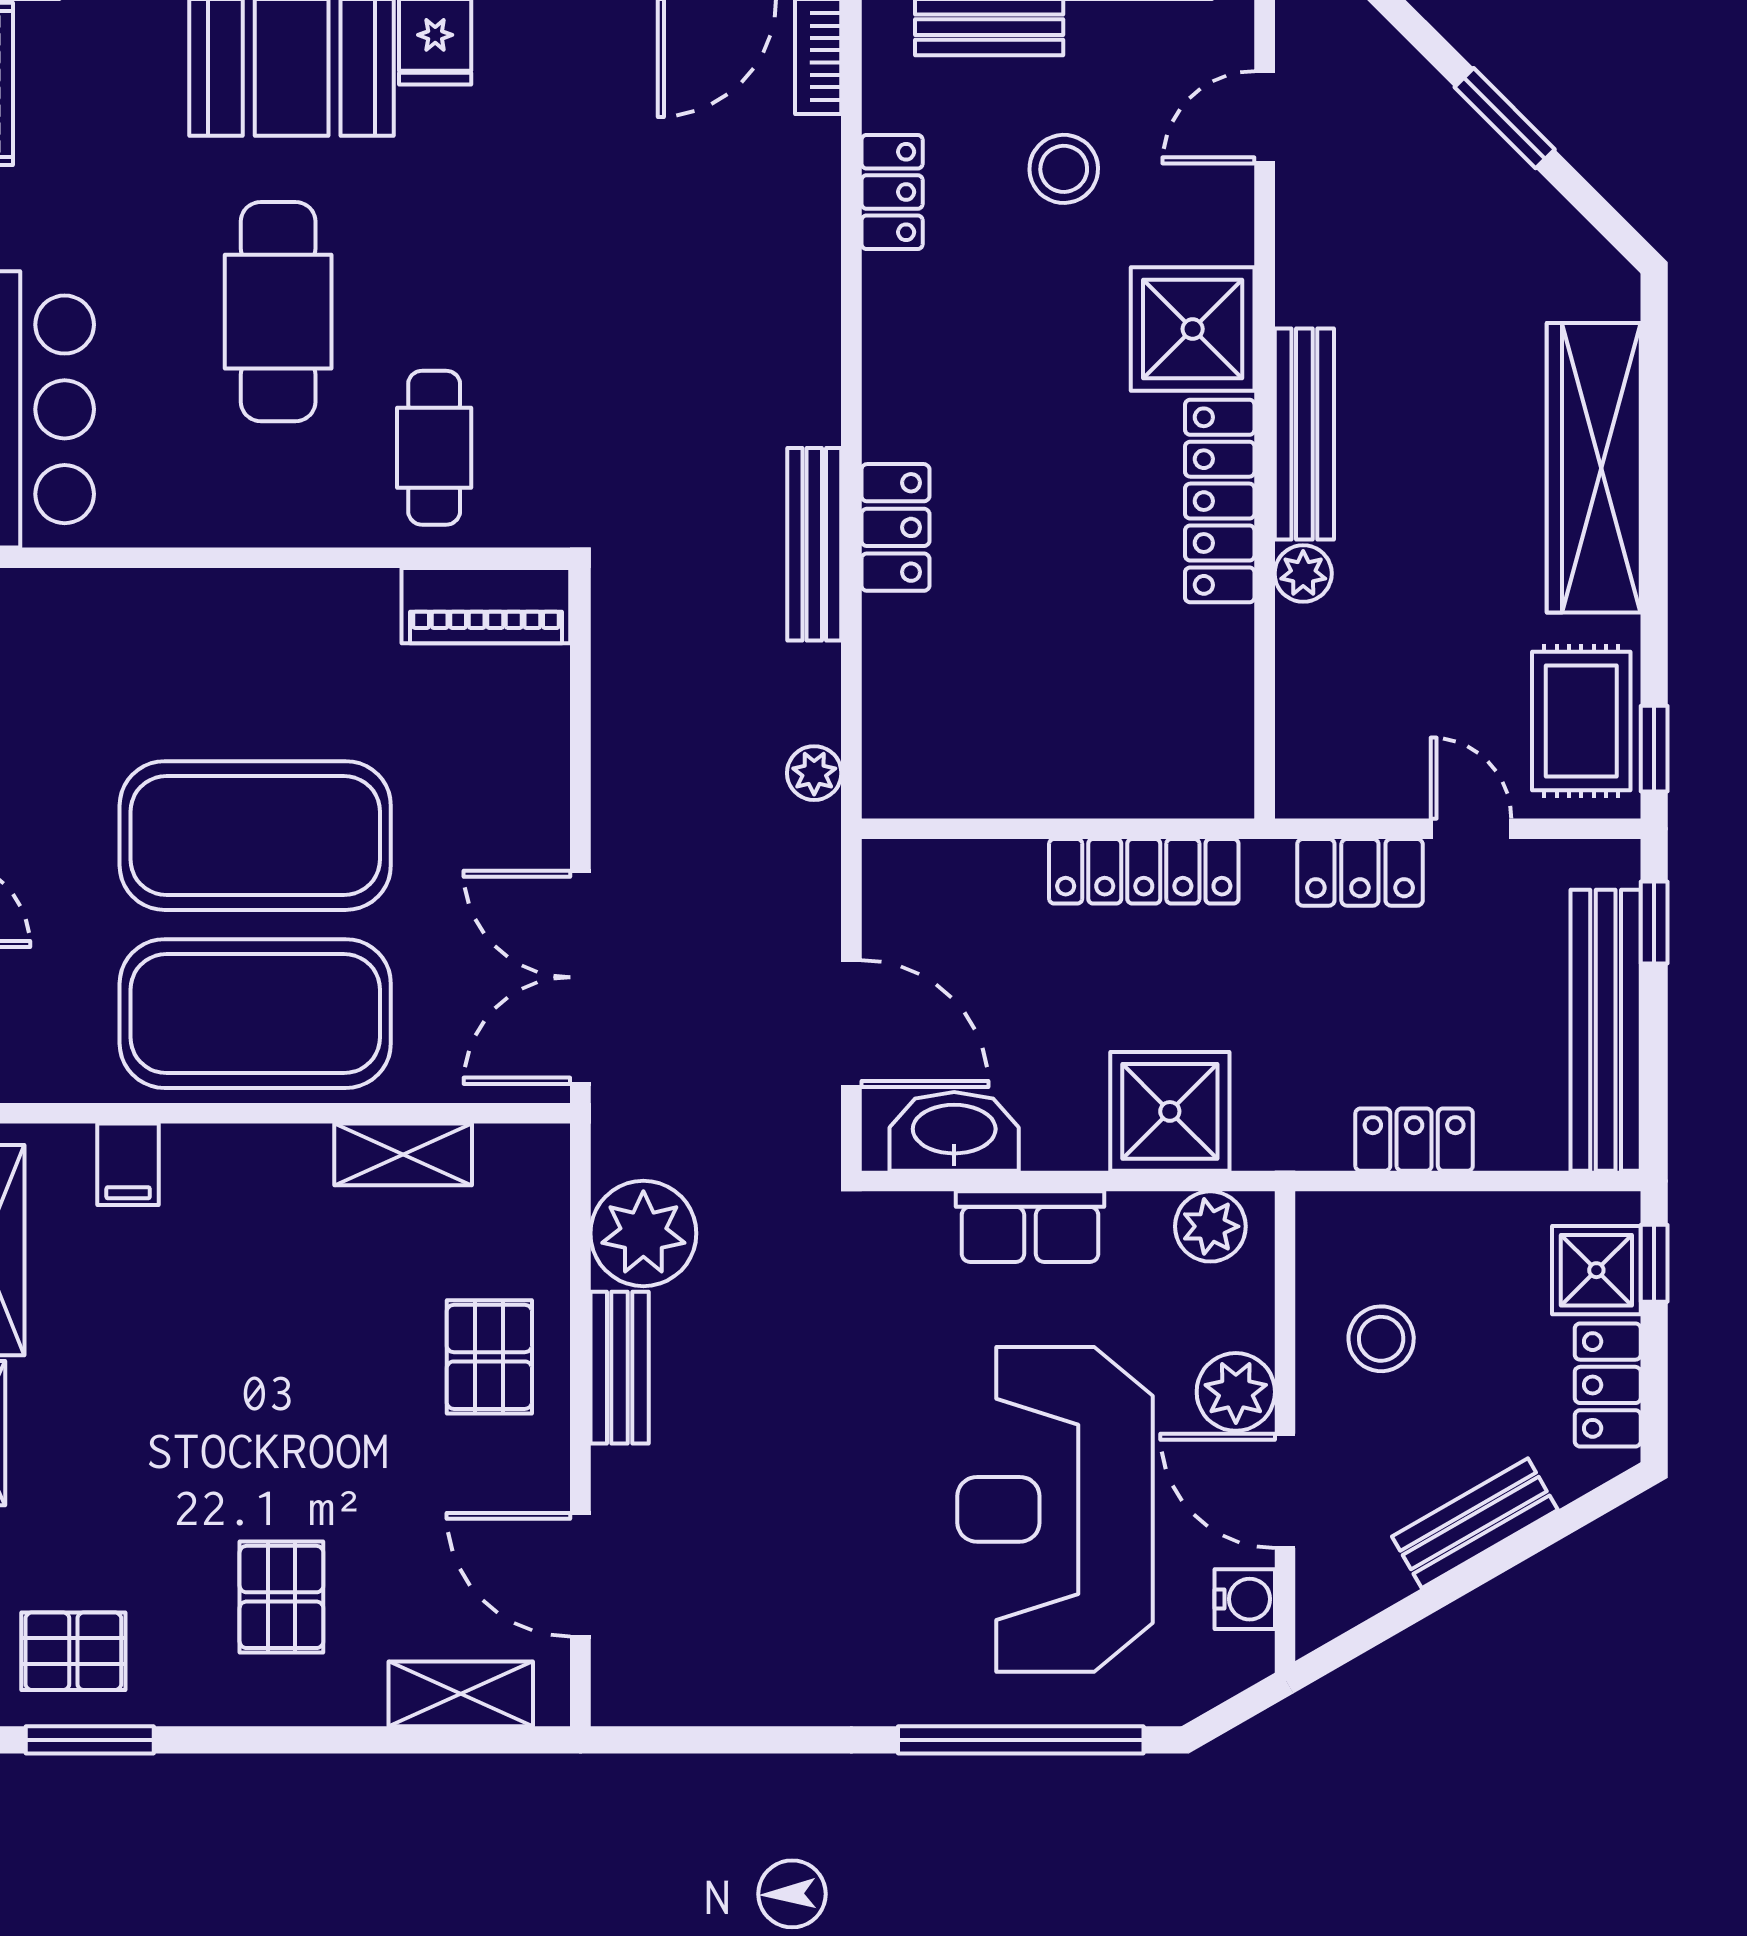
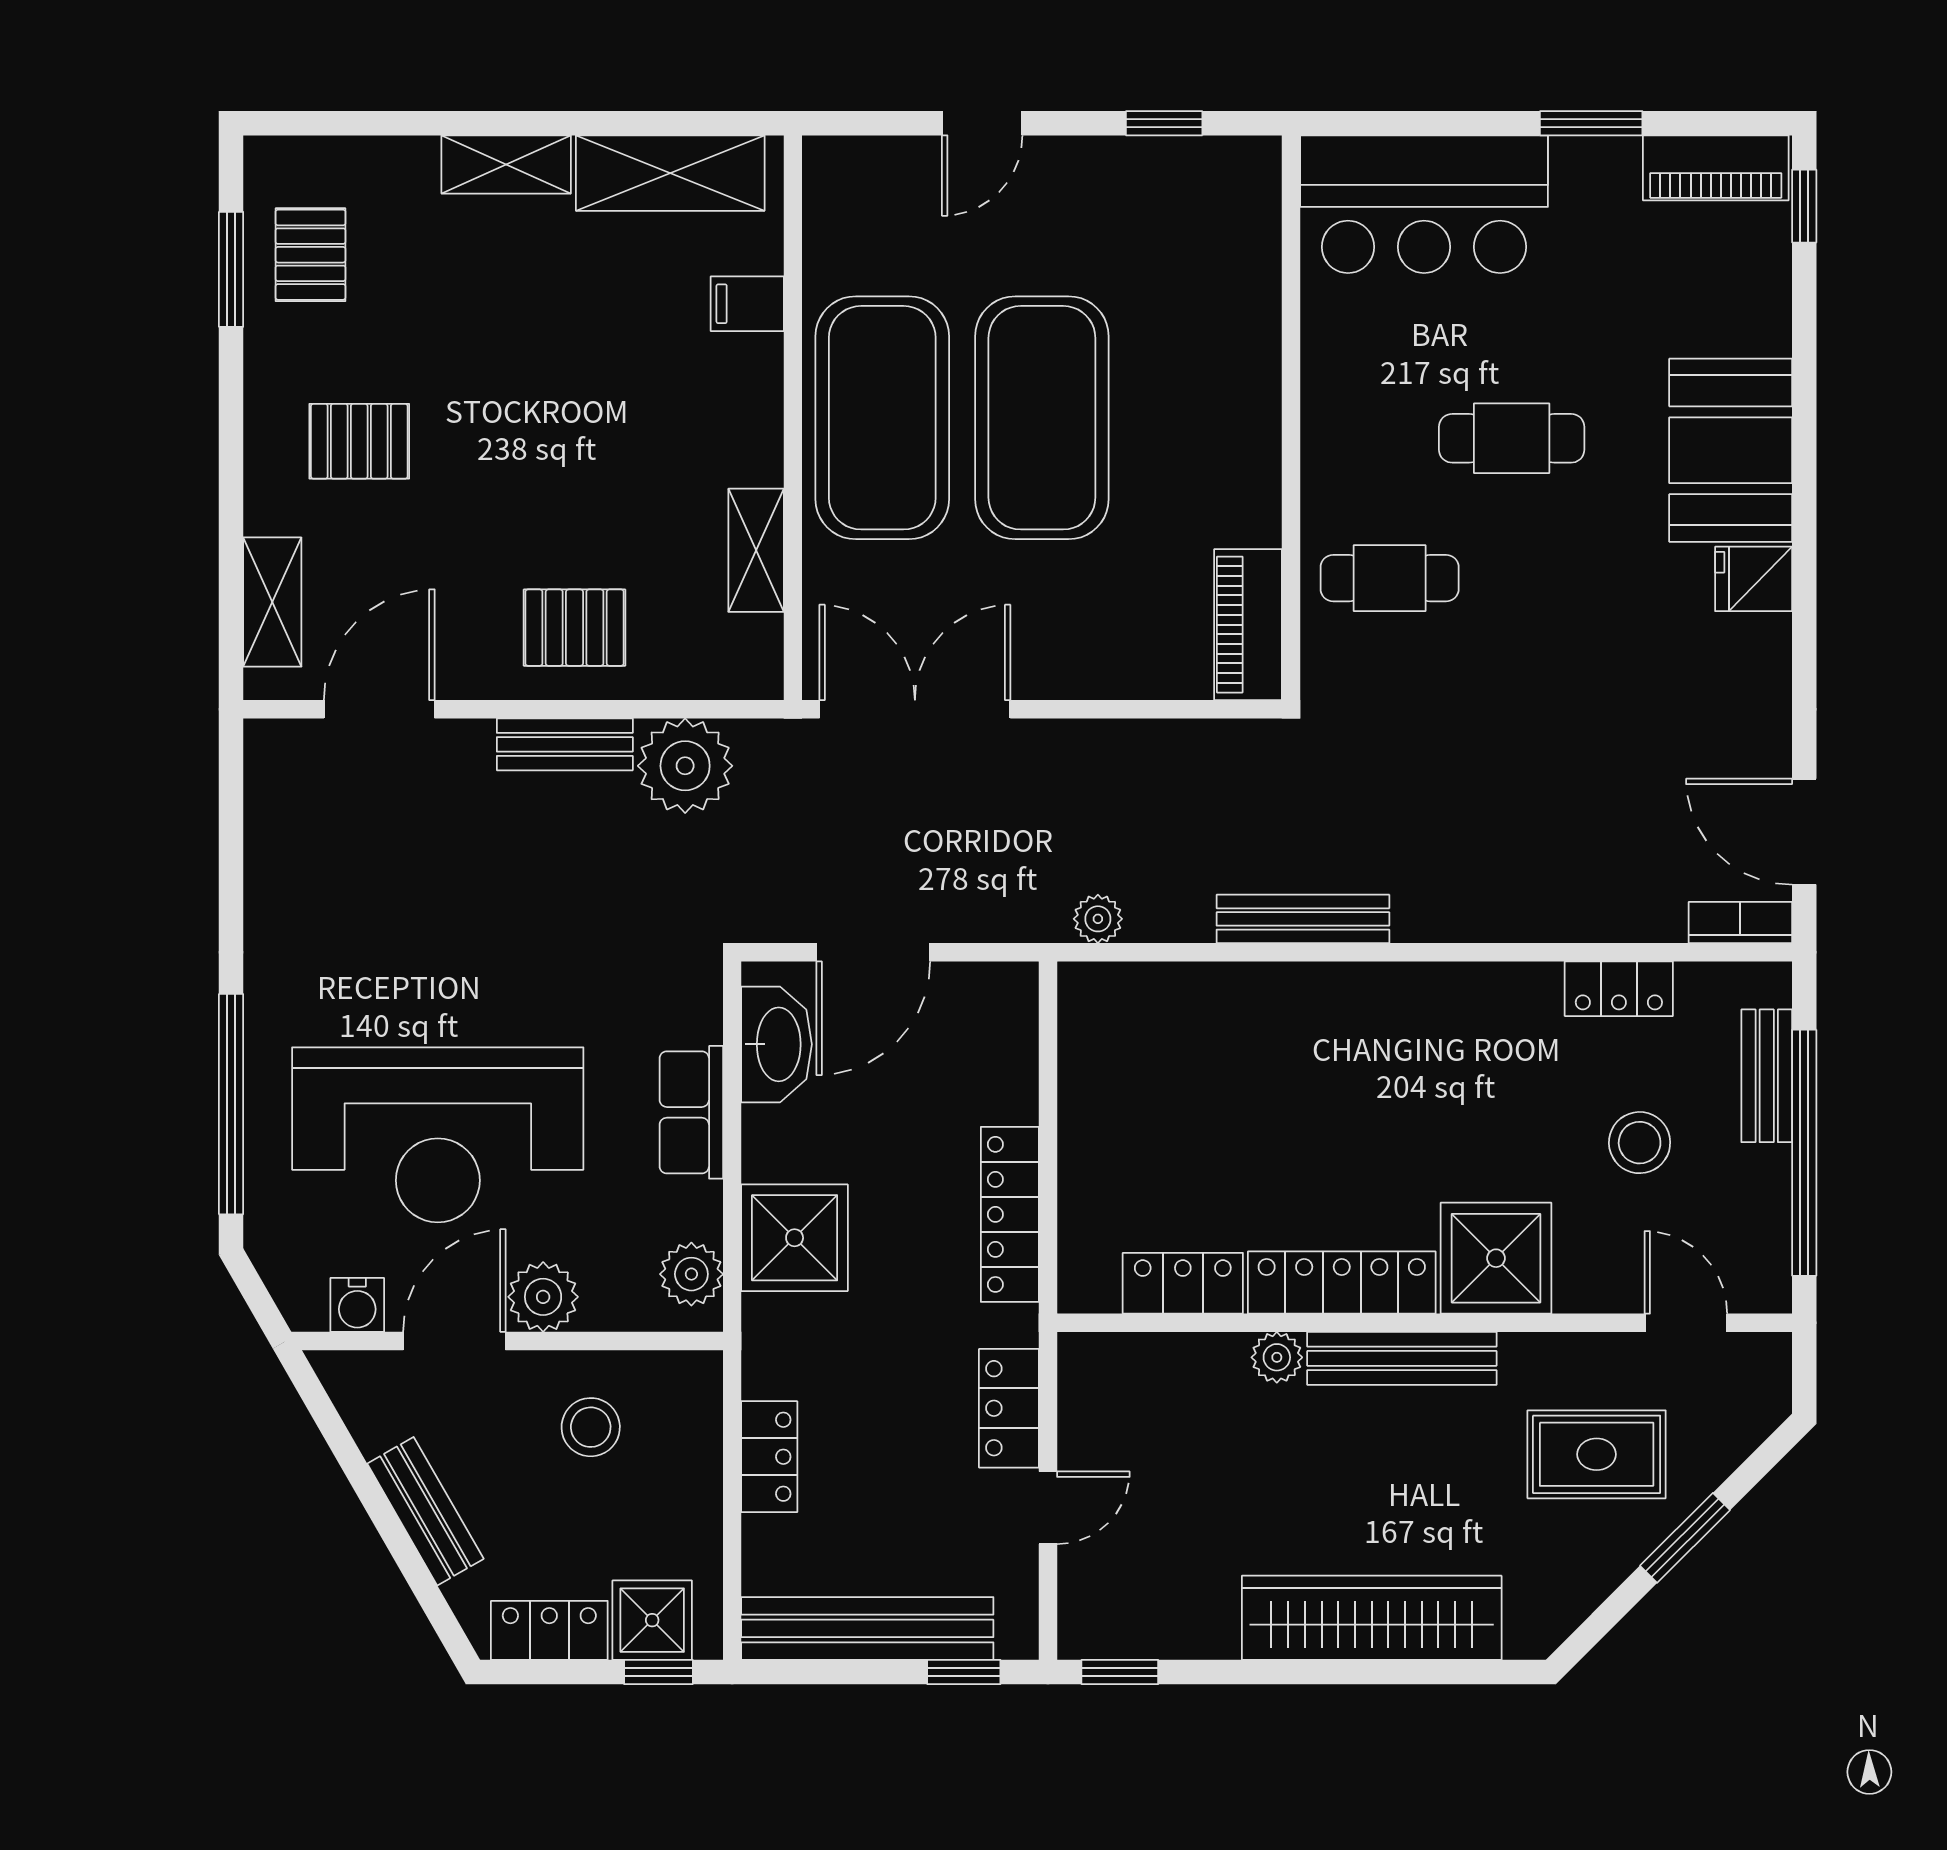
cafe table: (278, 312) -> (1512, 438), width x0.73, depth x0.74
locker: (895, 527) -> (1183, 1283), moved, turned 180
rug: (1581, 721) -> (1597, 1454), moved
reception desk: (1055, 1509) -> (438, 1135), turned 180

